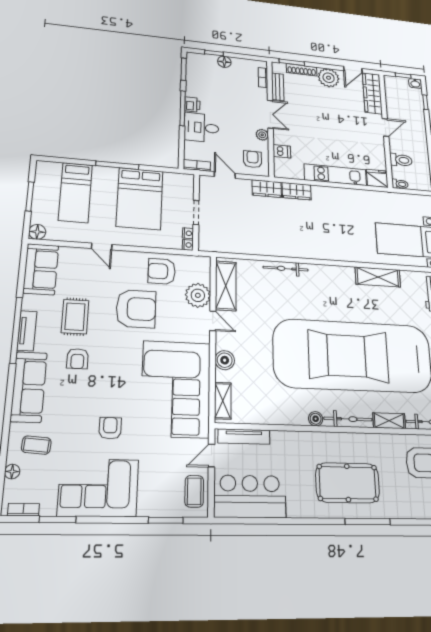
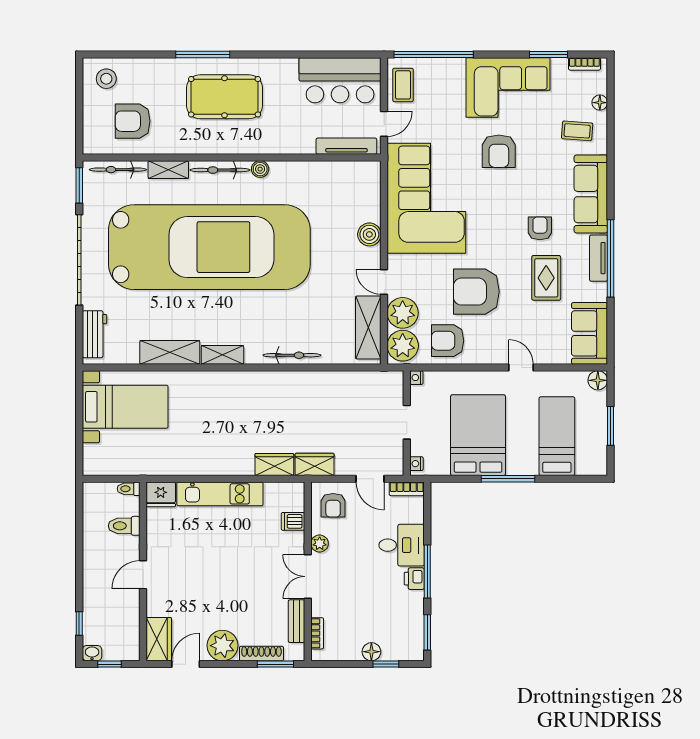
wardrobe: (372, 93) -> (159, 639), width x0.67
nightstand: (188, 233) -> (416, 464), moved
plant: (198, 270) -> (403, 346), added
armchair: (162, 271) -> (448, 341), turned 180
shelving: (223, 401) -> (222, 355), moved, turned 90
armchair: (110, 428) -> (499, 151), width x1.38, depth x1.38
window: (166, 520) -> (434, 54), width x2.11

